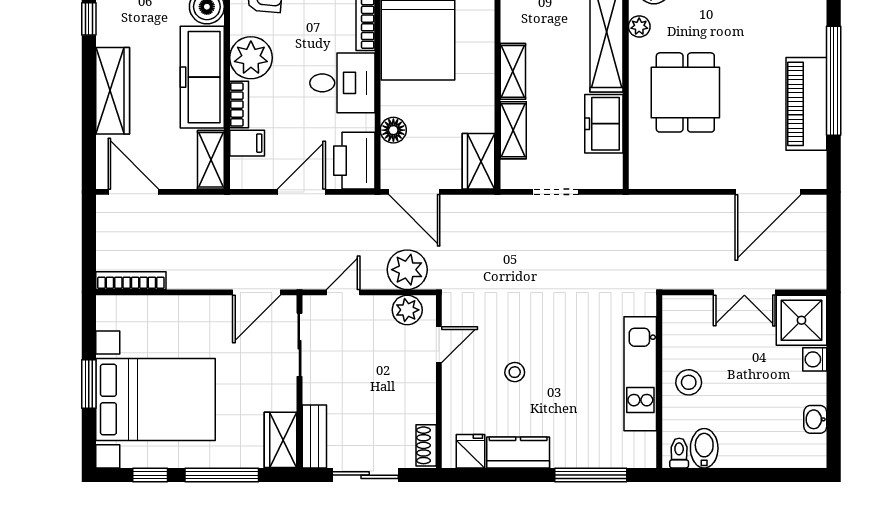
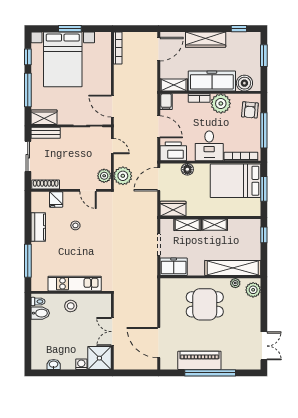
freezer: (604, 124) -> (174, 267), moved
filing cabinet: (247, 143) -> (166, 102), moved
shoe rack: (426, 445) -> (46, 184), width x1.43
fridge: (471, 451) -> (56, 199), moved, turned 90

